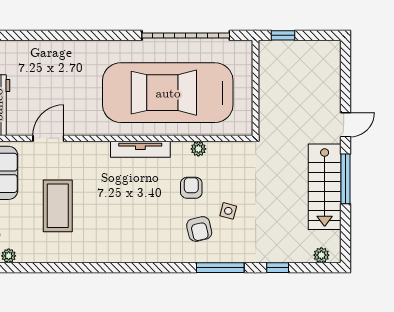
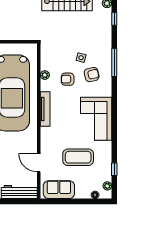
corner sofa: (124, 237) -> (96, 119), added
window: (37, 268) -> (114, 169), added
window: (278, 268) -> (114, 19), moved

